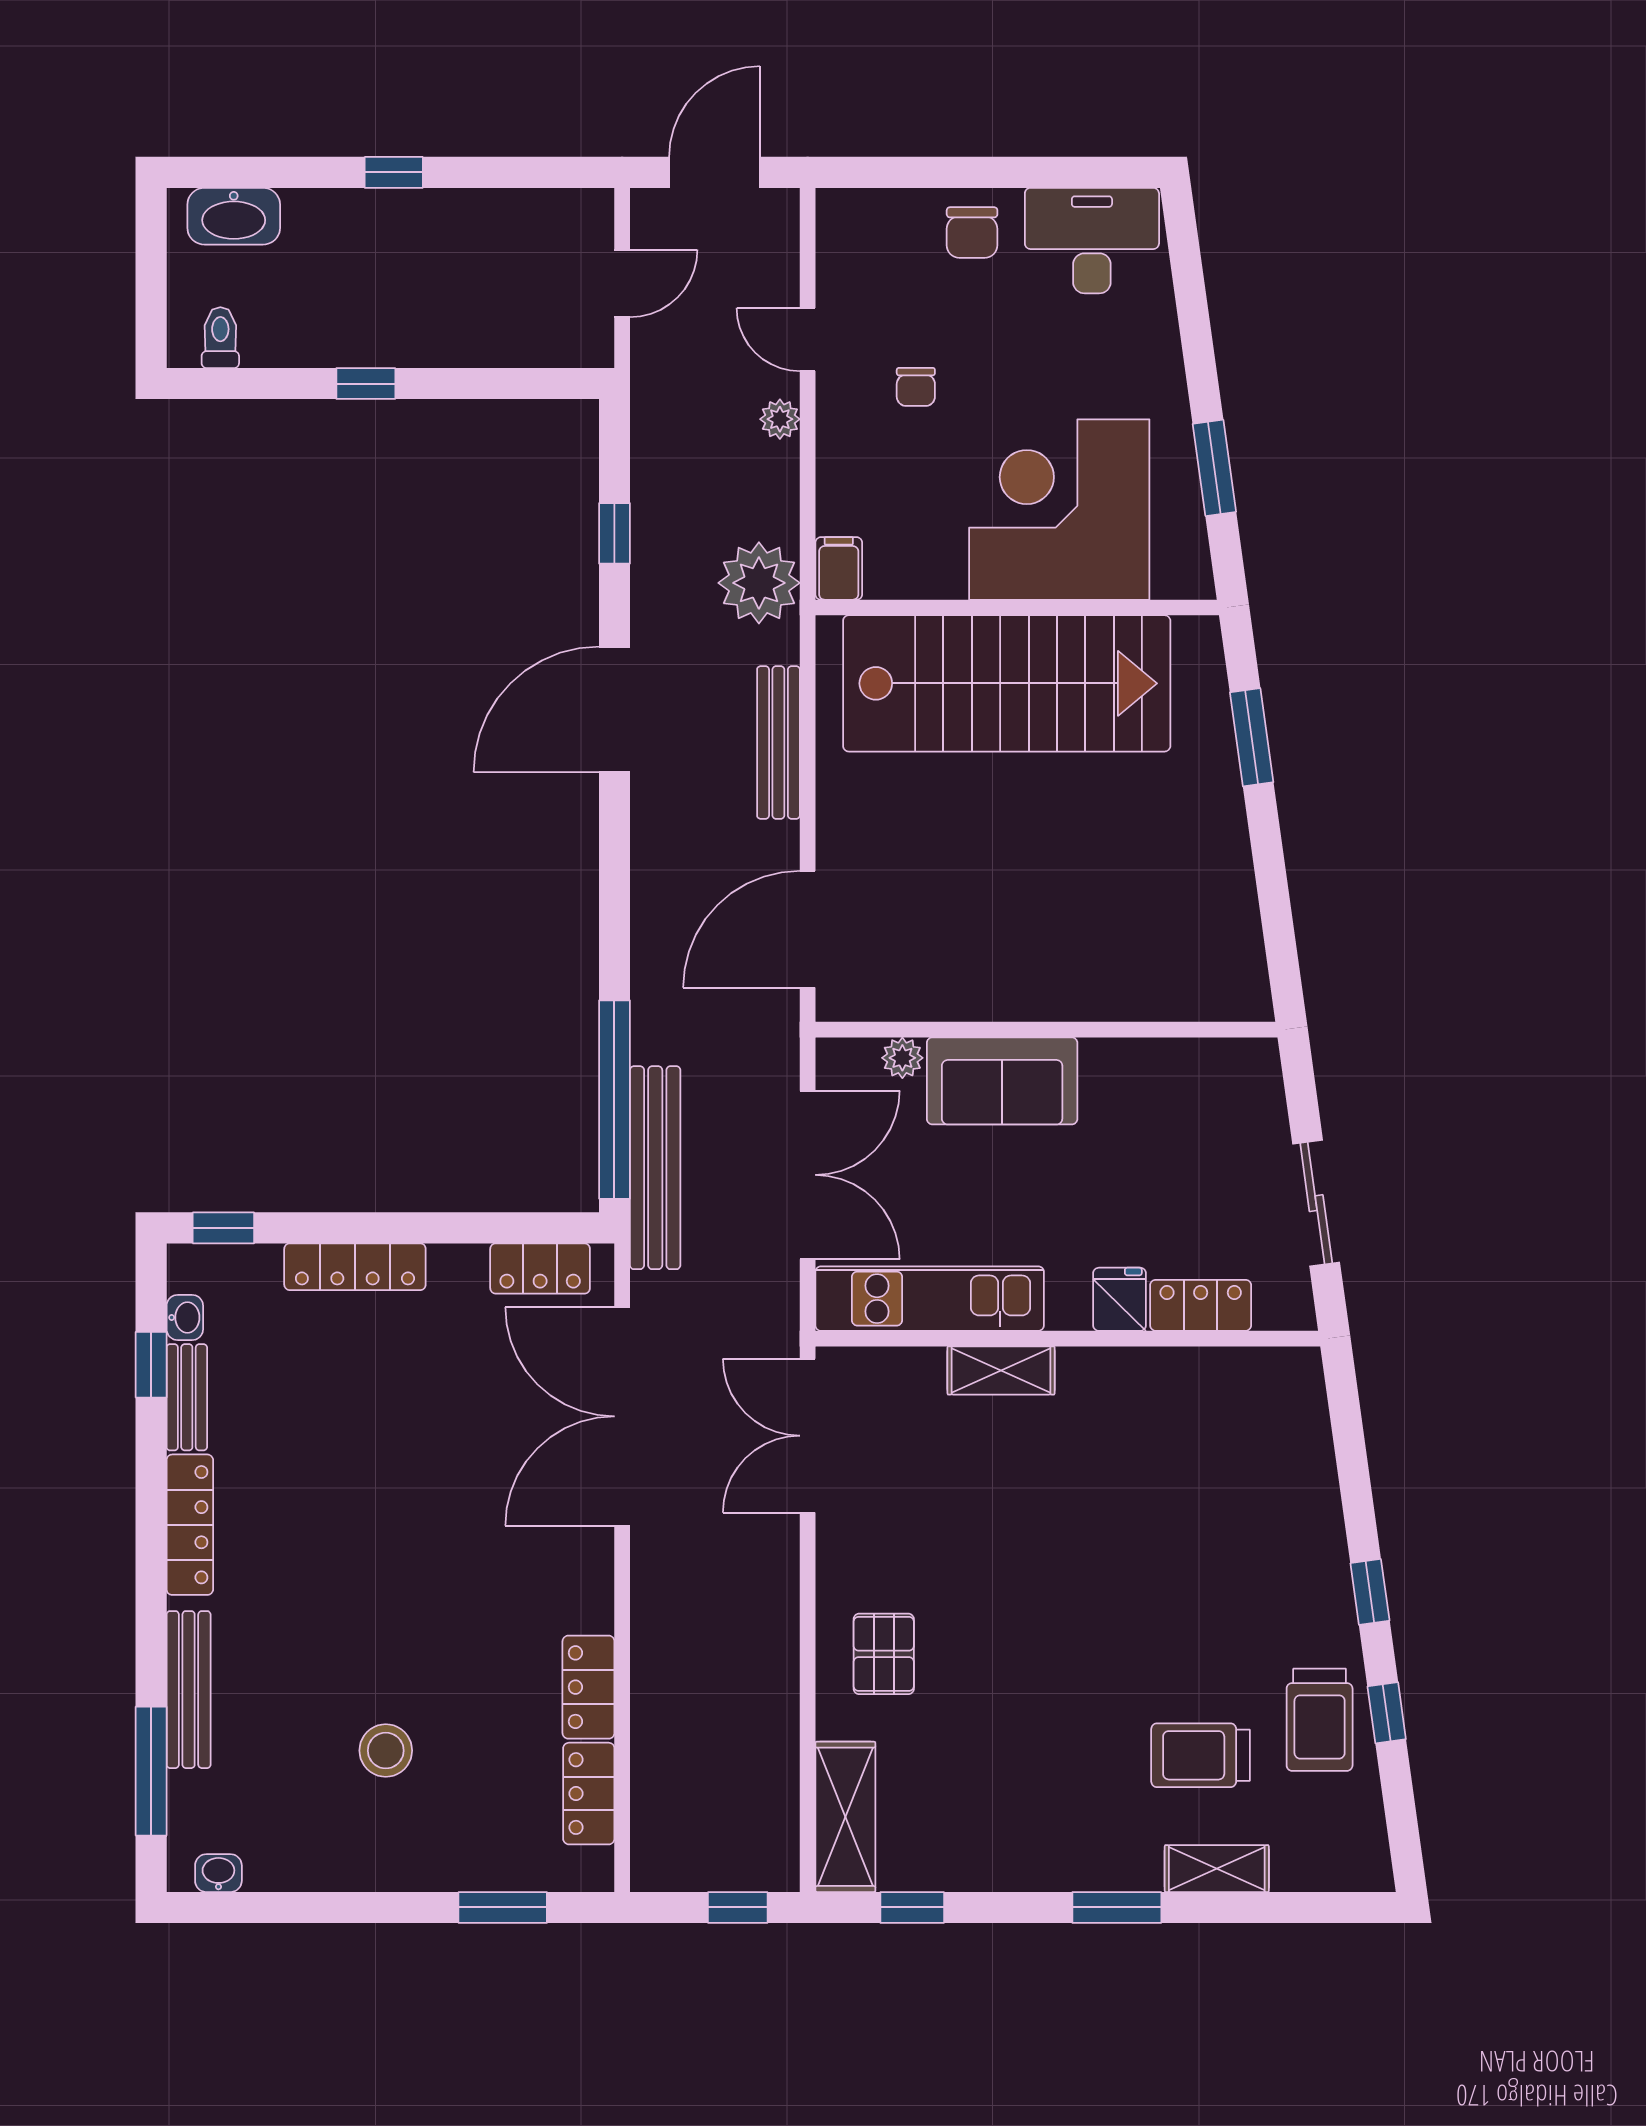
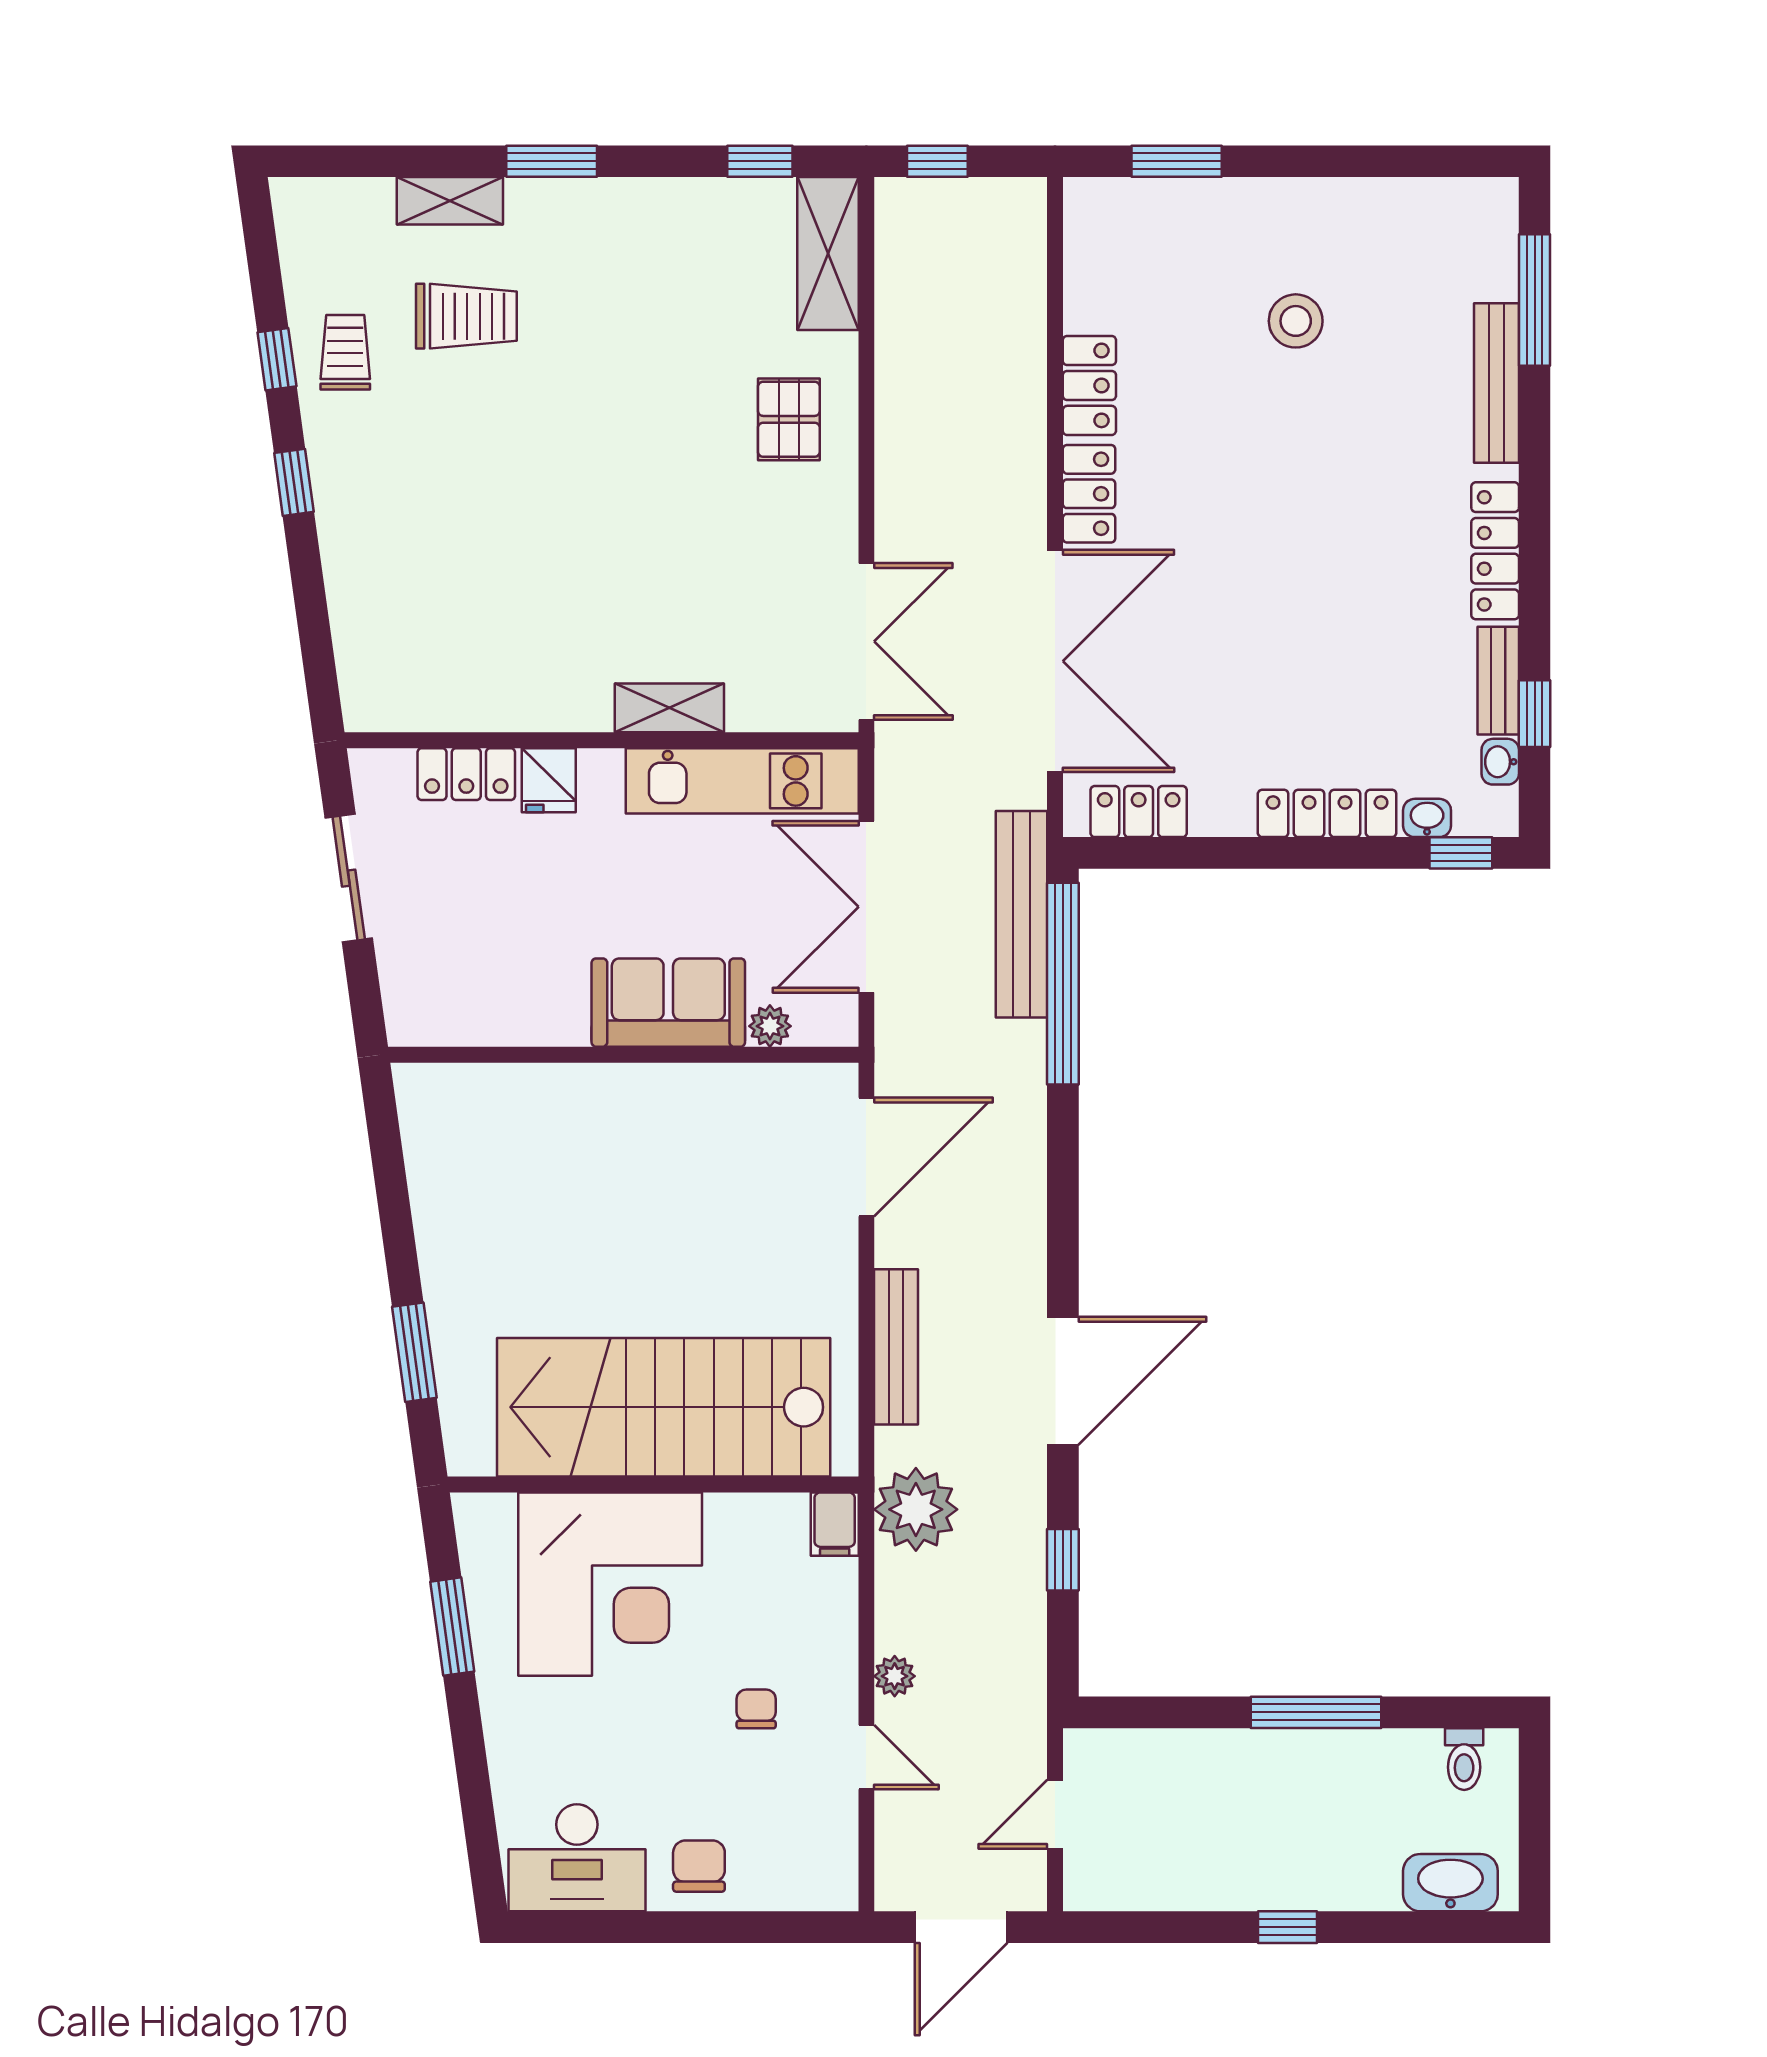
window: (366, 384) -> (1316, 1712), width x2.17
trolley: (1320, 1720) -> (345, 352), width x0.73, depth x0.72
locker: (589, 1794) -> (1089, 494), moved
washbasin: (218, 1873) -> (1427, 818), moved, turned 180

